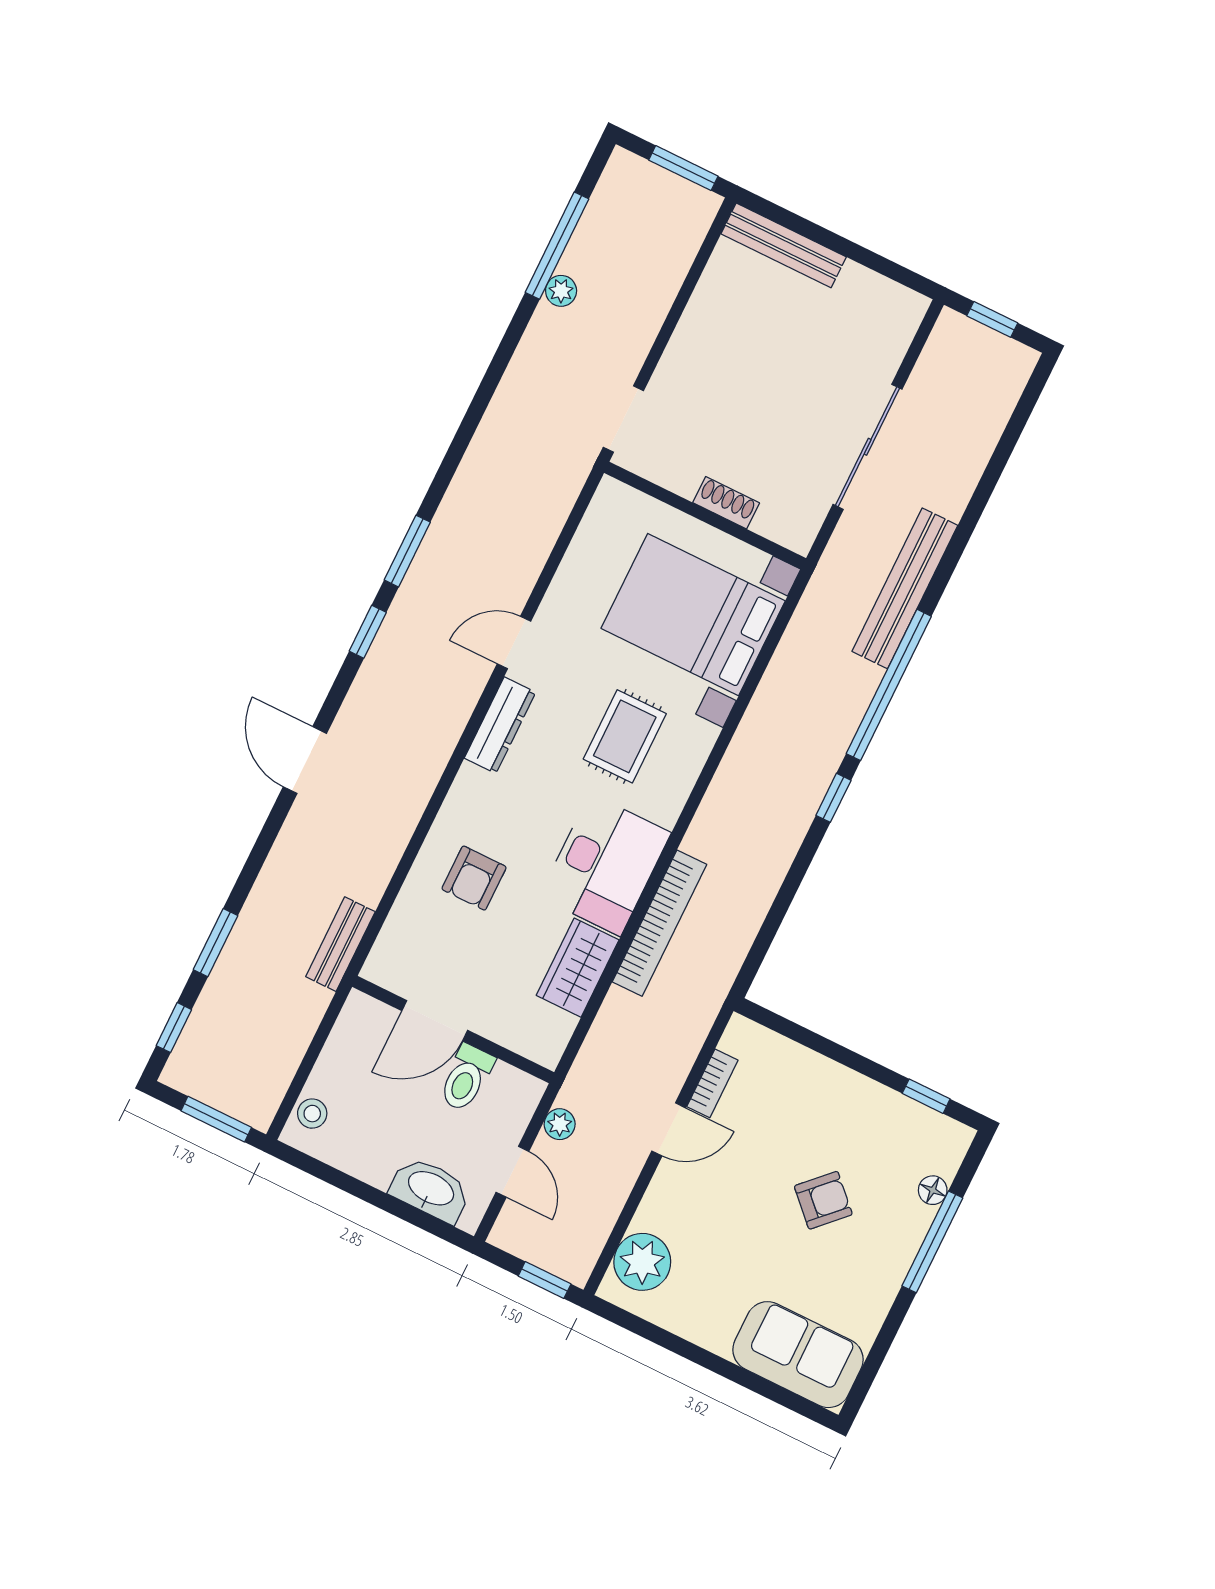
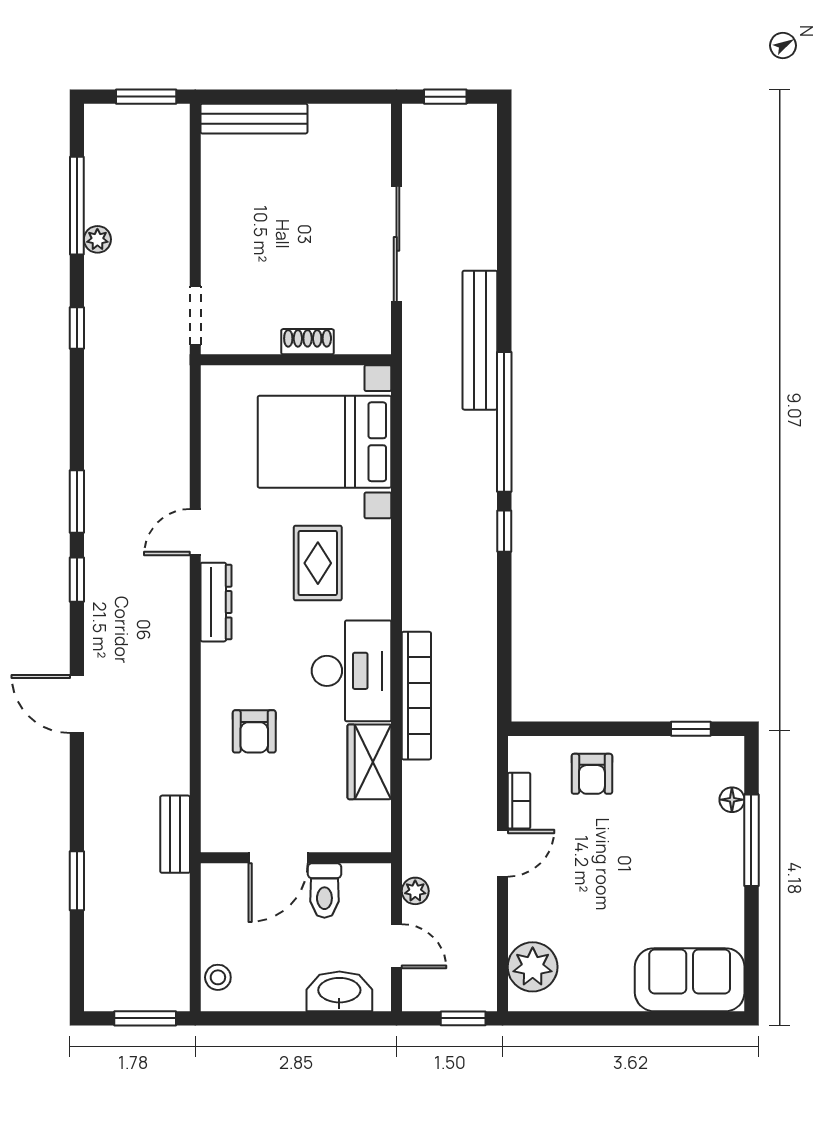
window: (174, 1028) -> (77, 328), moved
armchair: (823, 1200) -> (592, 774), moved, turned 135

